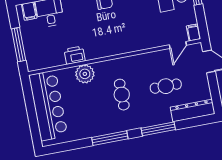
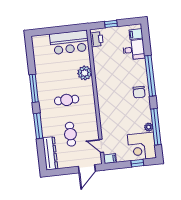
window: (19, 45) -> (111, 24), width x0.46
printer: (75, 55) -> (97, 39), moved
bar counter: (48, 106) -> (69, 42), width x0.73

